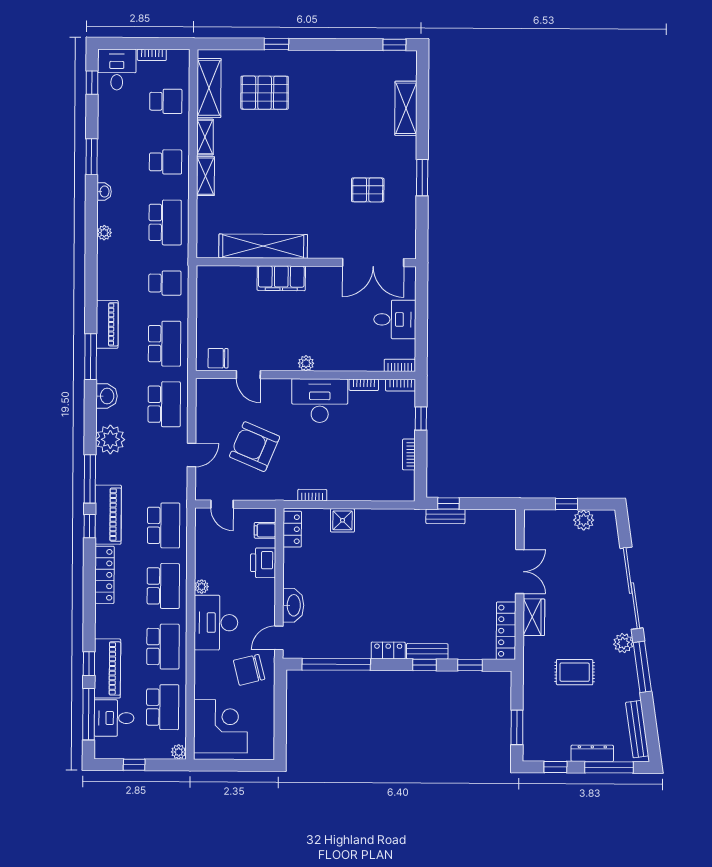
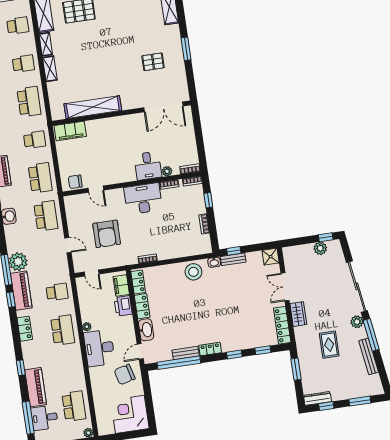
filing cabinet: (281, 278) -> (70, 131), moved
desk: (395, 319) -> (148, 166), moved, turned 90
plant: (306, 363) -> (167, 171), moved
plant: (110, 439) -> (18, 262), moved
armchair: (255, 447) -> (107, 234), turned -113
door: (191, 455) -> (68, 245), hinge flipped
window: (566, 504) -> (326, 237), moved
washbasin: (415, 516) -> (214, 262), added
shower: (343, 520) -> (271, 257), moved
school desk: (164, 525) -> (57, 292), width x0.54
stool: (381, 527) -> (193, 272), added
filing cabinet: (265, 530) -> (121, 285), width x2.00
locker: (293, 568) -> (142, 306), added
double door: (520, 572) -> (285, 287), swing flipped
locker: (105, 575) -> (25, 329), width x0.66
school desk: (163, 647) -> (68, 368), removed
bench: (427, 651) -> (186, 353), moved
window: (89, 664) -> (21, 368), moved
rug: (575, 672) -> (329, 345), turned 90
corner desk: (221, 726) -> (130, 414), moved, turned -90
window: (517, 727) -> (296, 369), moved
bench: (637, 729) -> (369, 356), moved
dresser: (592, 753) -> (317, 398), moved
window: (609, 767) -> (360, 401), width x0.69

